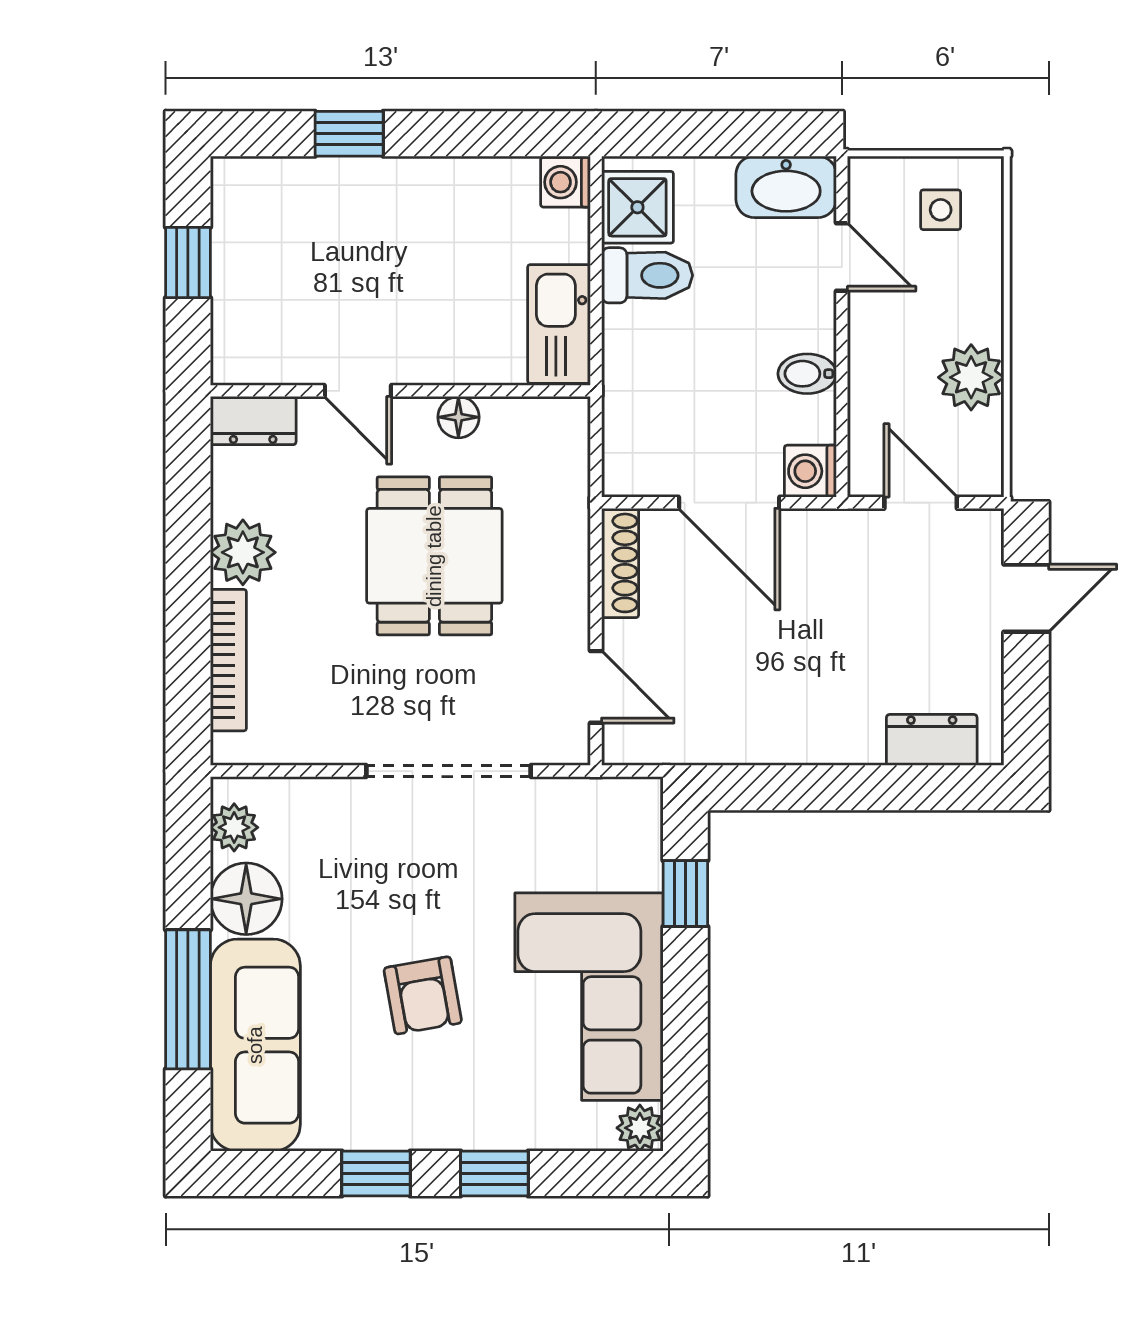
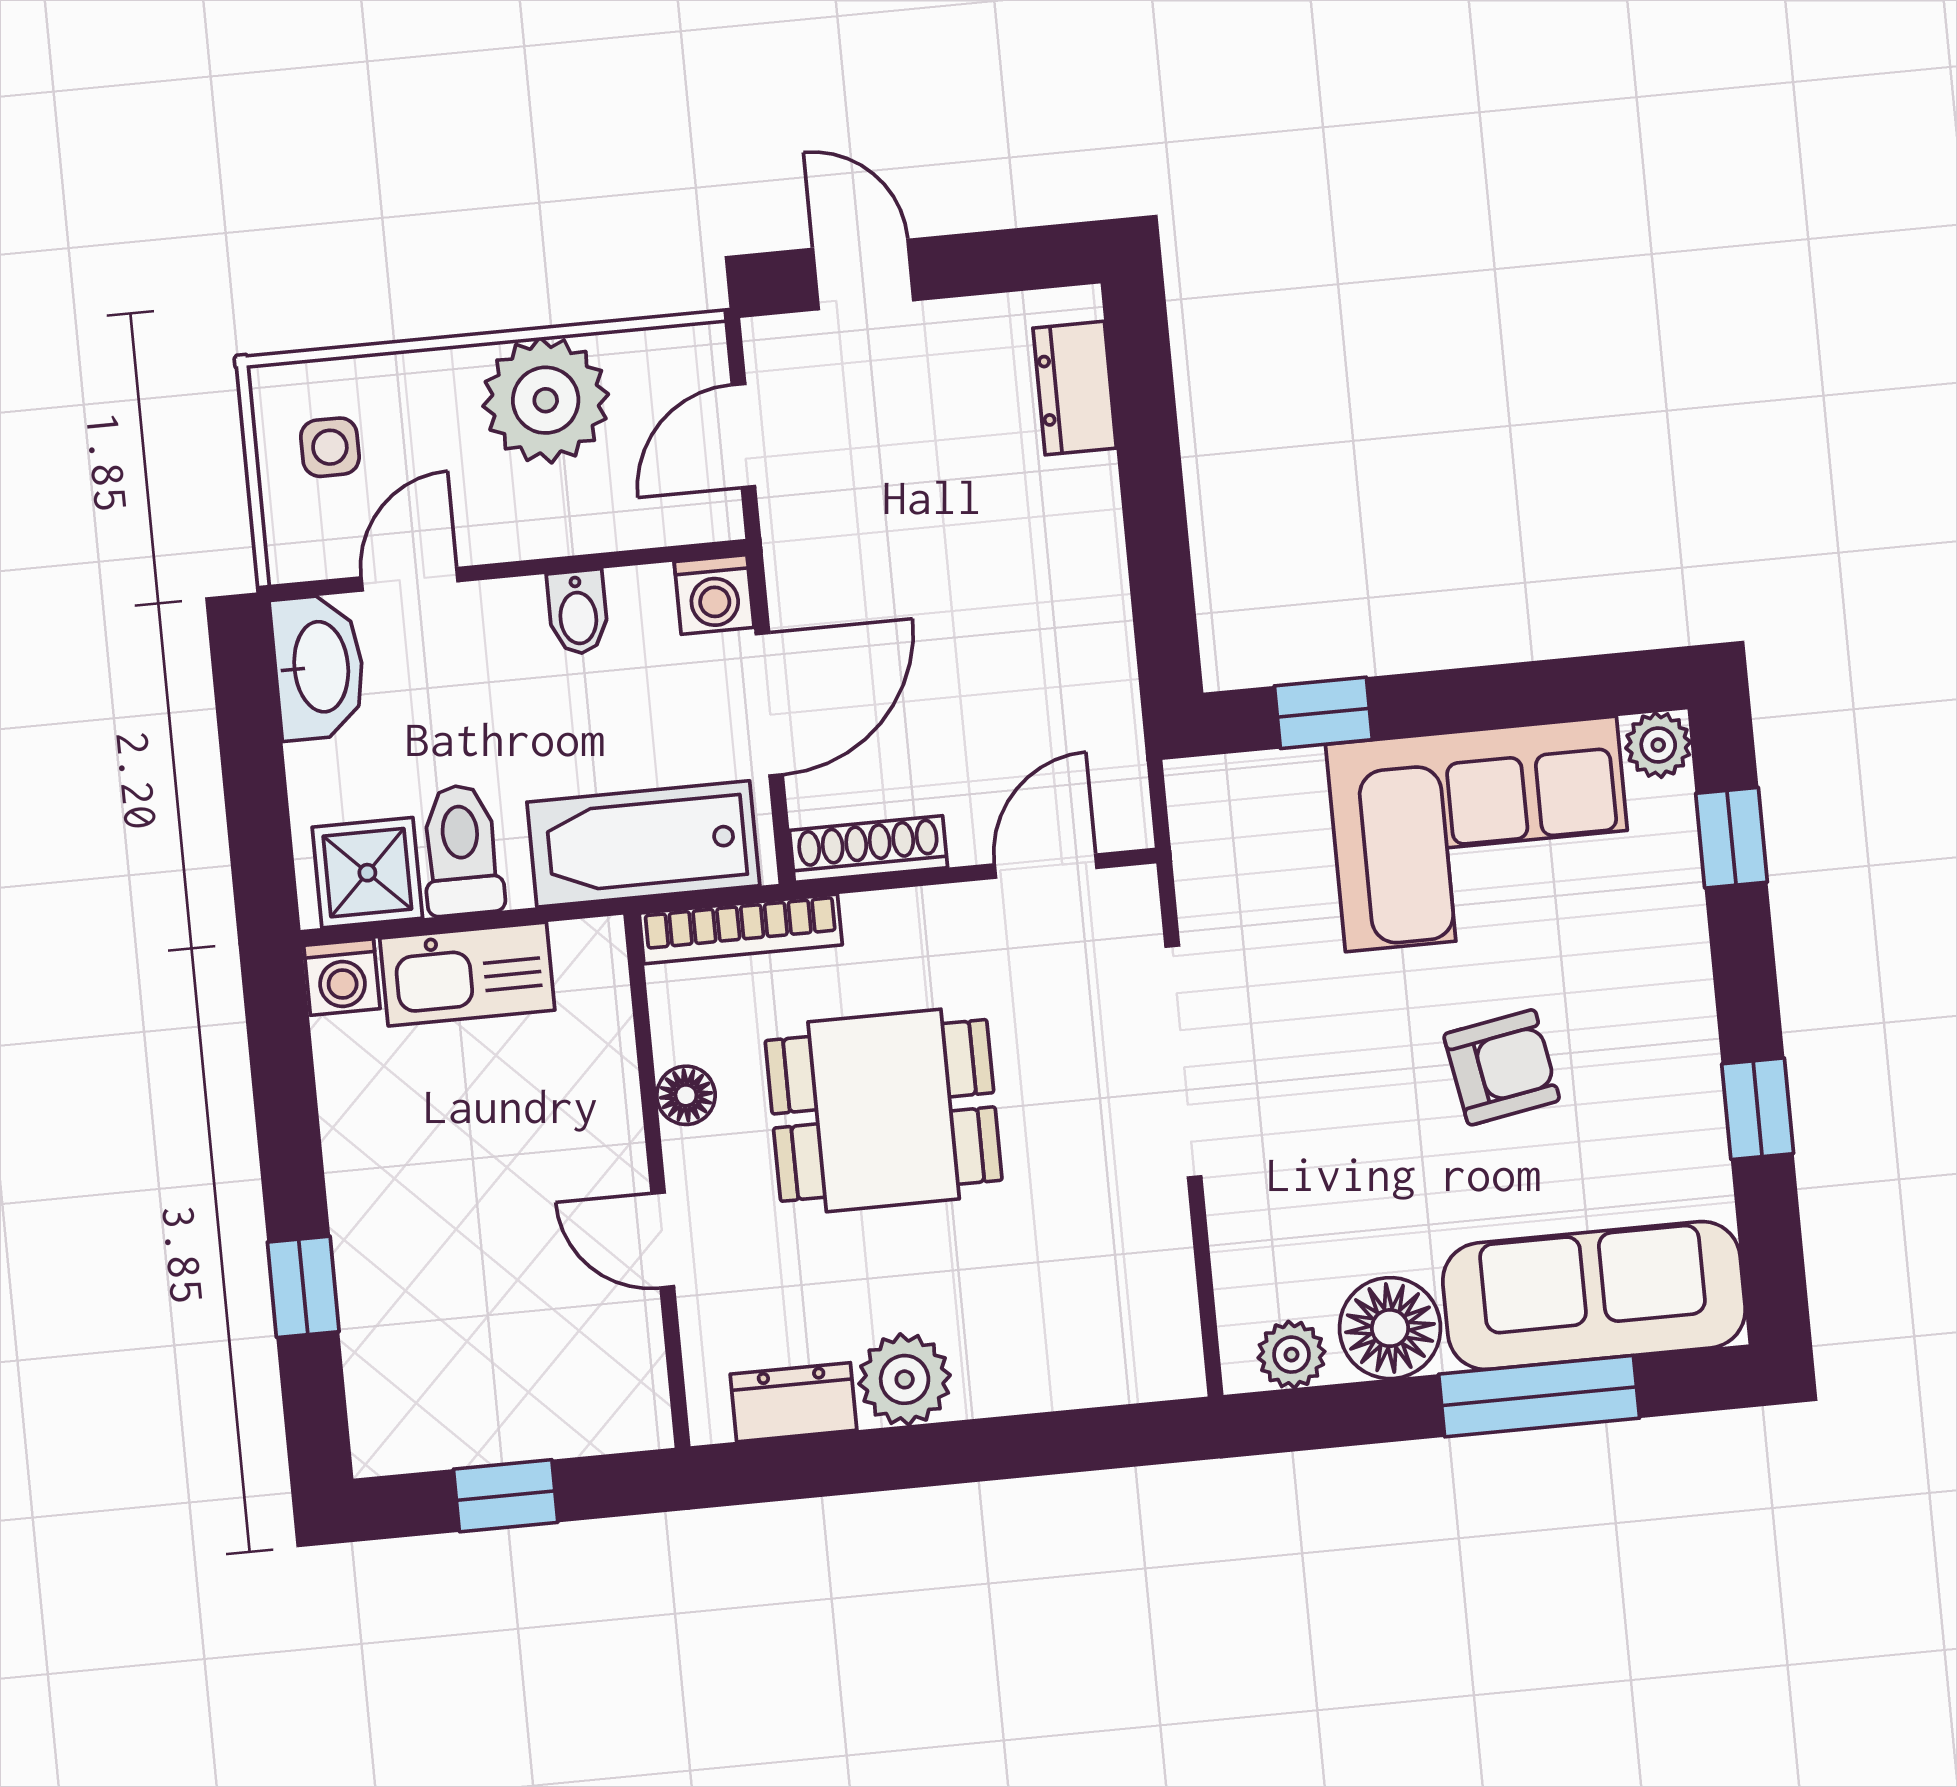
kitchen sink: (559, 324) -> (467, 974), moved
plant: (971, 377) -> (546, 400), width x1.36, depth x1.36
door: (358, 391) -> (663, 1240), swing flipped
bathtub: (639, 404) -> (643, 844), added
dresser: (253, 421) -> (794, 1402), moved, turned -90
bookcase: (228, 660) -> (741, 929), moved, turned 180
window: (494, 1173) -> (1732, 838), moved

